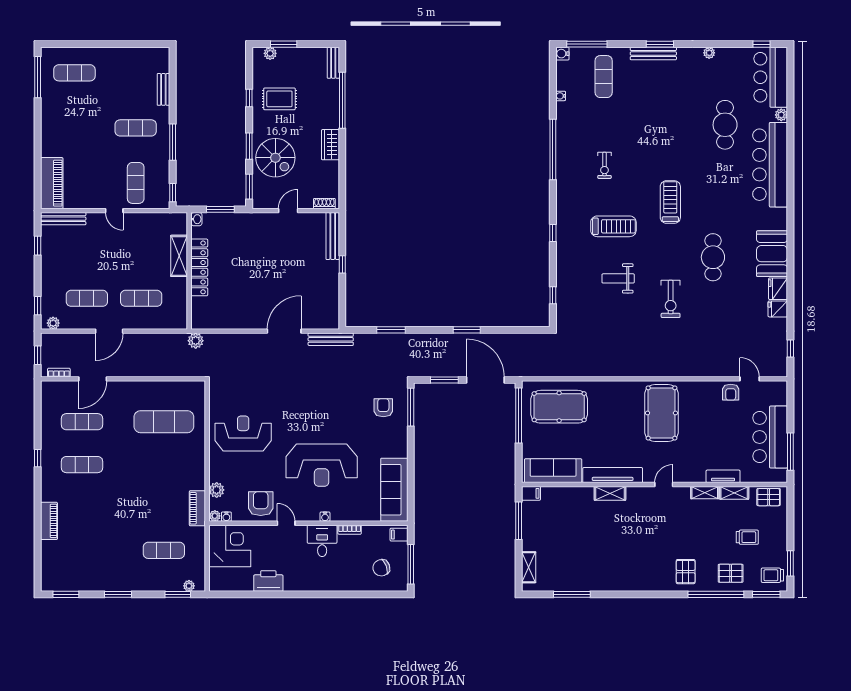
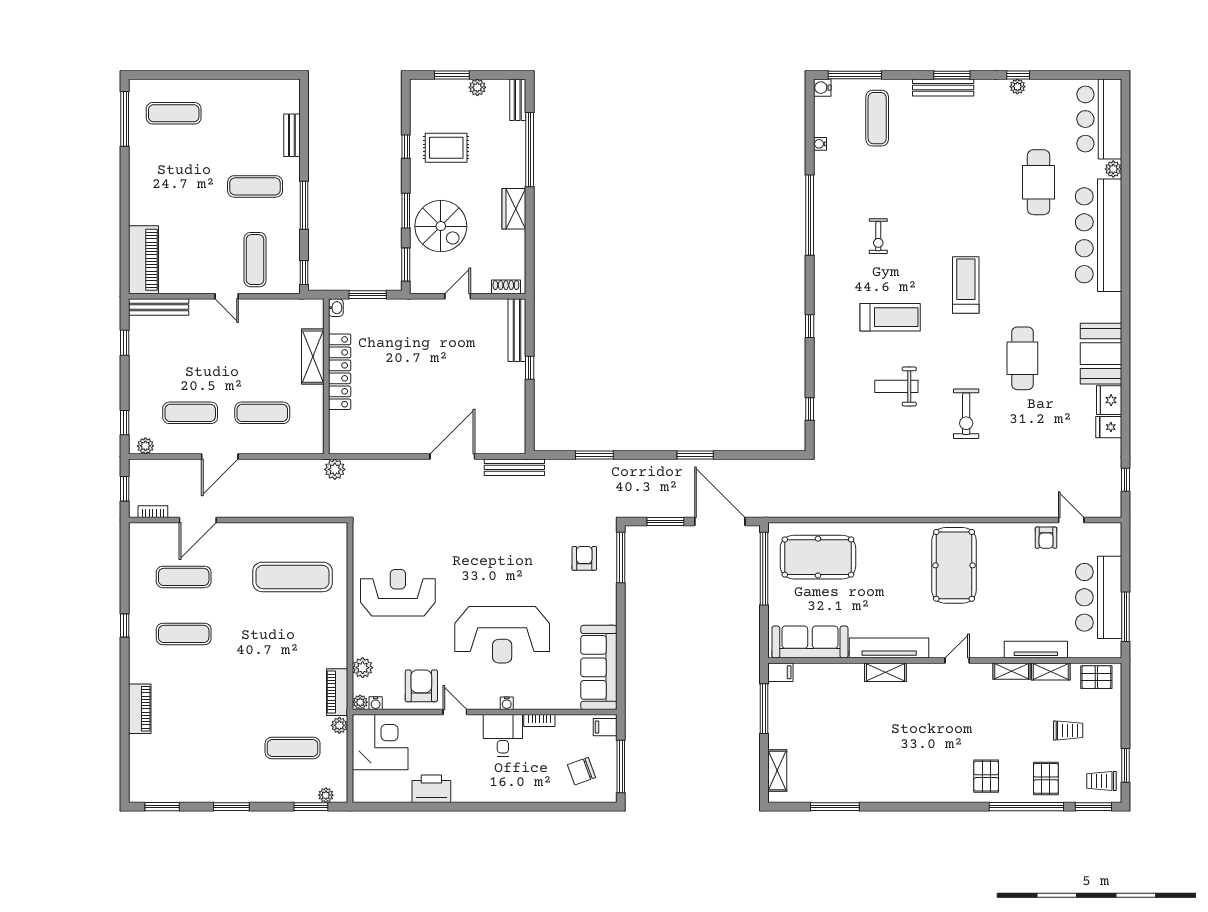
window: (762, 44) -> (1018, 75), moved
plant: (270, 53) -> (477, 87), moved
tv unit: (723, 476) -> (1036, 650), width x1.41
plant: (199, 533) -> (339, 725), added
pallet: (731, 573) -> (1046, 778), turned 90

